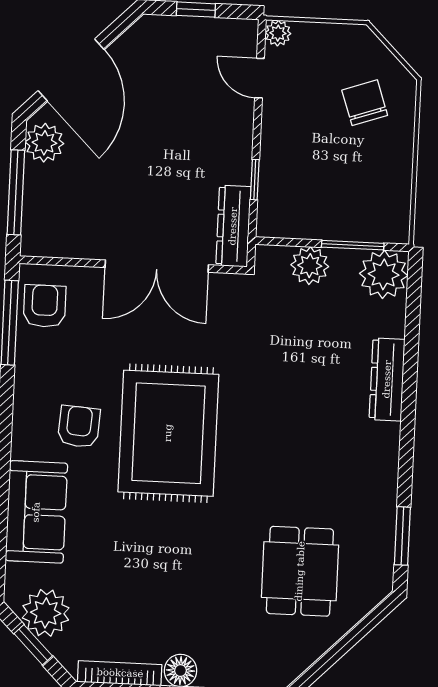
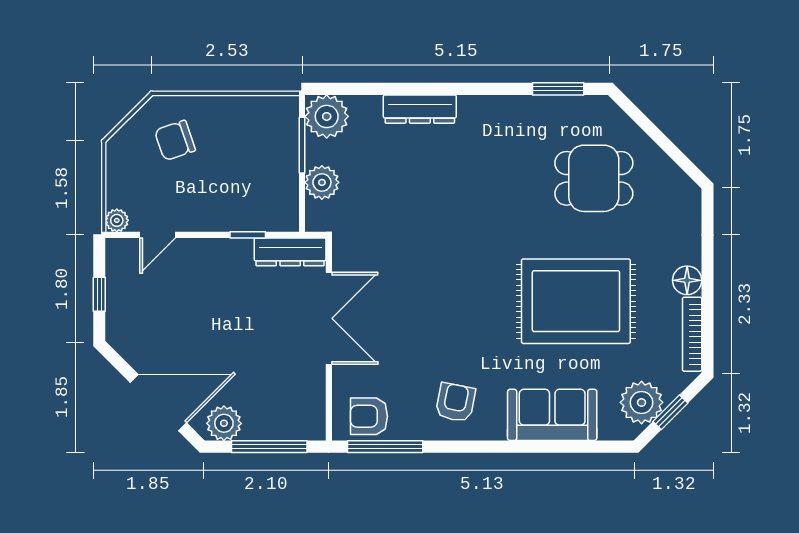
armchair: (79, 427) -> (455, 402), moved, turned 97
rug: (168, 433) -> (576, 301), moved

